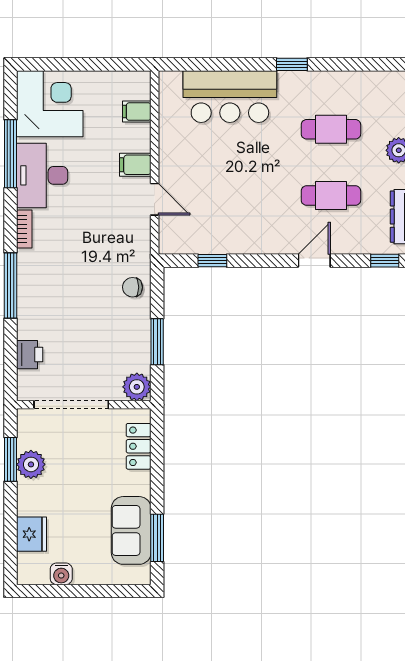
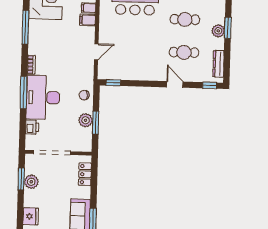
filing cabinet: (135, 165) -> (88, 20), moved
desk: (42, 175) -> (43, 97), moved, width x1.36, depth x1.30
door: (155, 199) -> (96, 52), hinge flipped
window: (212, 261) -> (113, 83), moved
door: (314, 261) -> (175, 84), hinge flipped
plant: (137, 387) -> (86, 120), moved

